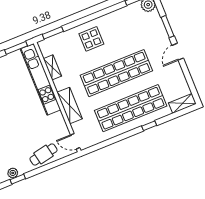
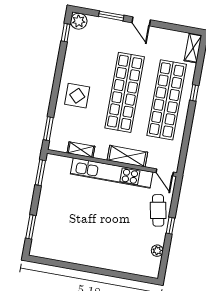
kitchen unit: (40, 79) -> (112, 173), moved
door: (75, 141) -> (165, 172), hinge flipped
window: (18, 179) -> (170, 226), moved

